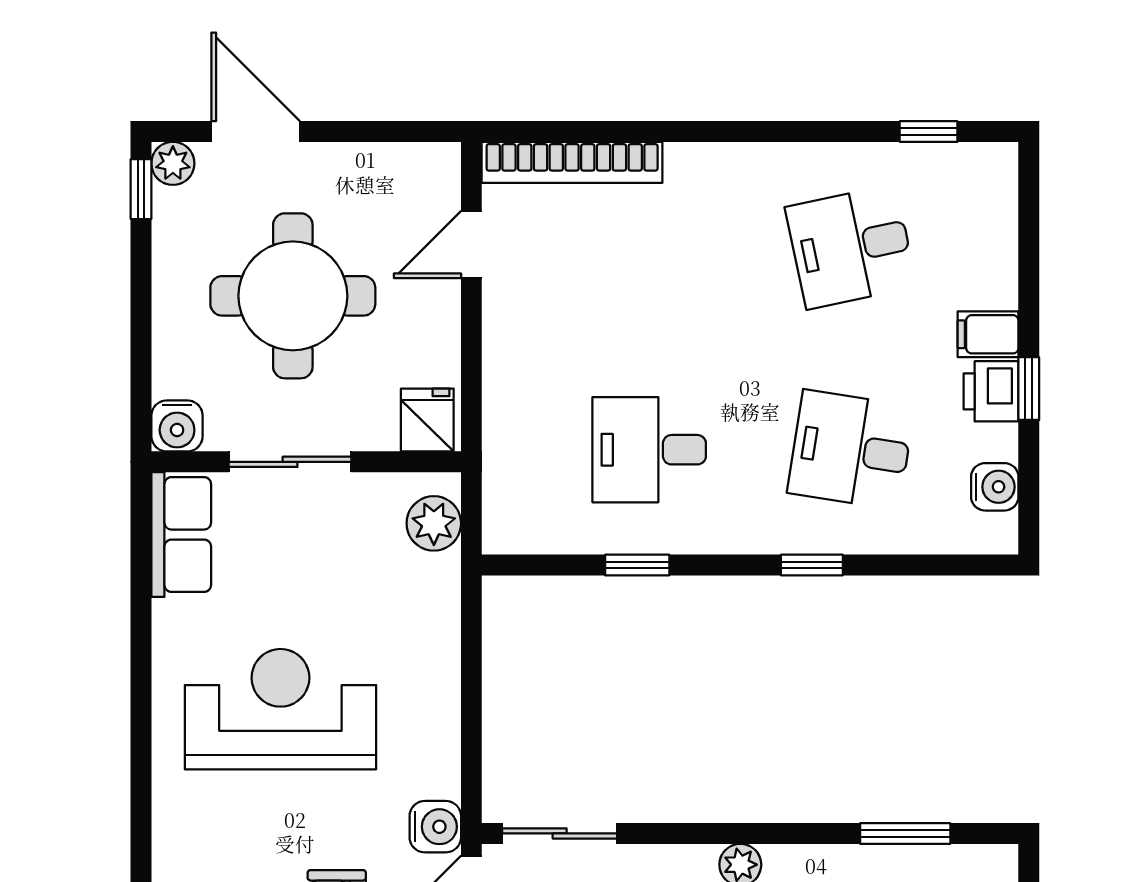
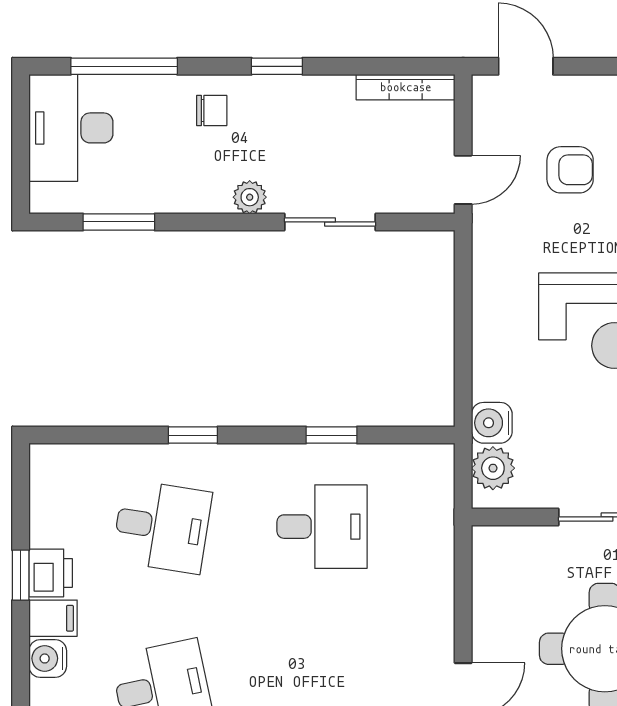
fridge: (427, 420) -> (498, 550), removed
water cooler: (995, 487) -> (48, 658), moved
water cooler: (435, 827) -> (492, 423), moved
sliding door: (560, 833) -> (330, 222), moved

